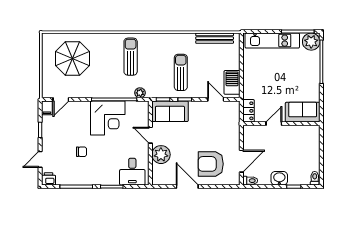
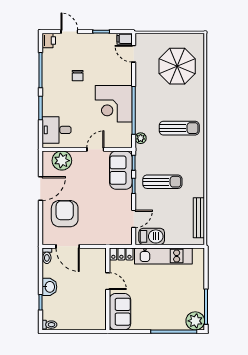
kitchen unit: (272, 41) -> (163, 256), moved, turned -90
plant: (161, 155) -> (62, 161), moved

